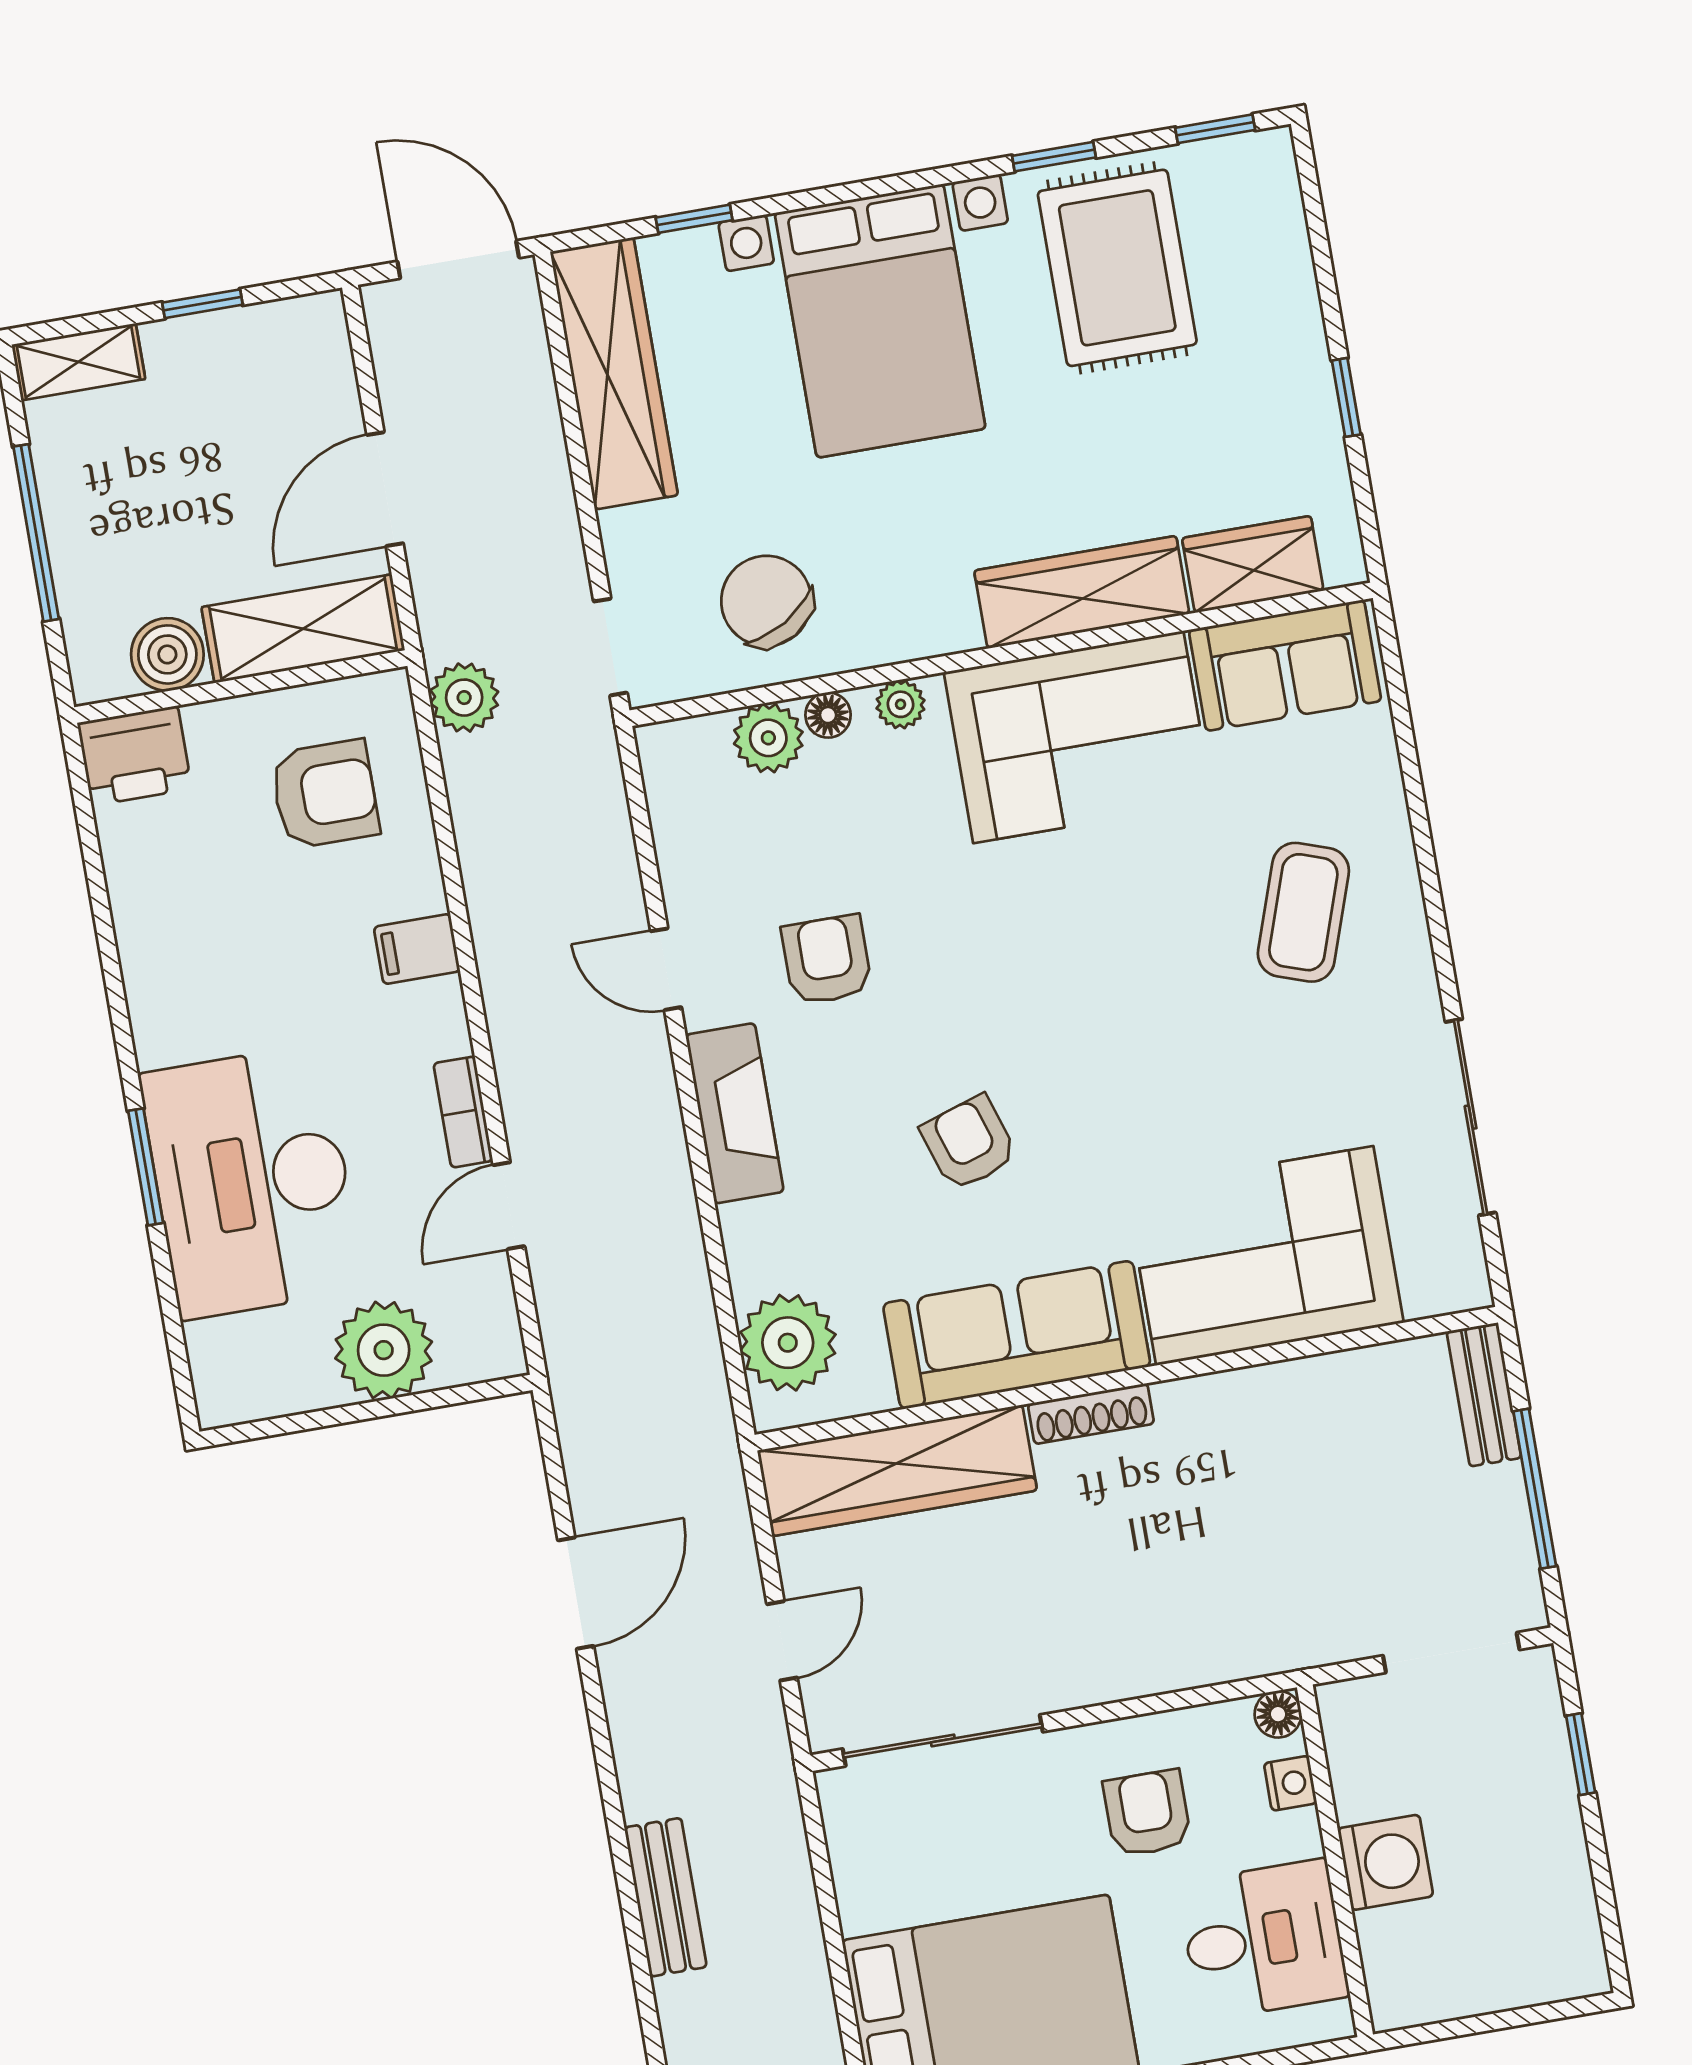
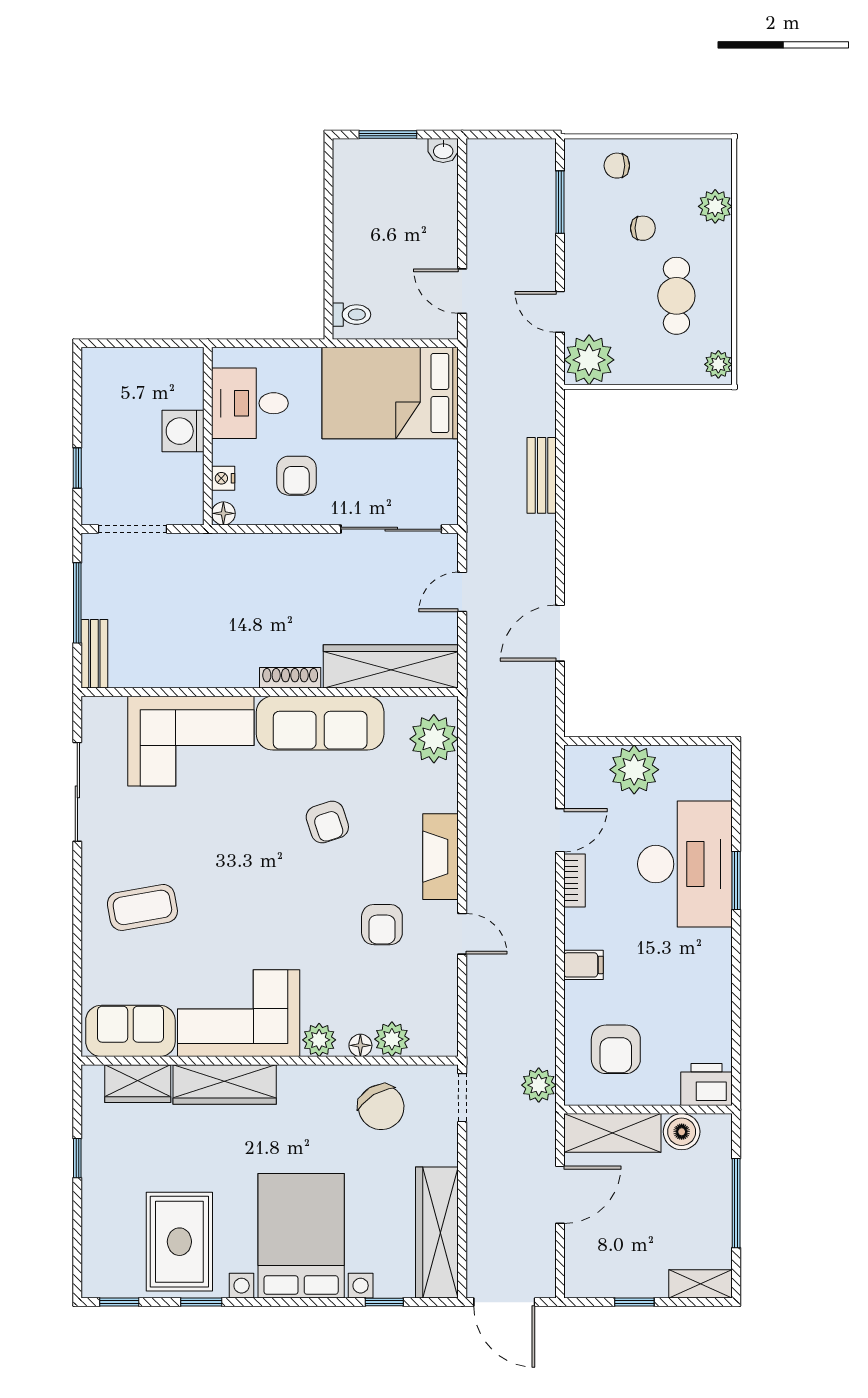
plant: (901, 704) -> (319, 1040), width x1.38, depth x1.38
armchair: (325, 794) -> (616, 1049), turned -90
coffee table: (1303, 912) -> (142, 907), turned 61

